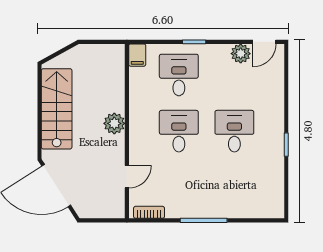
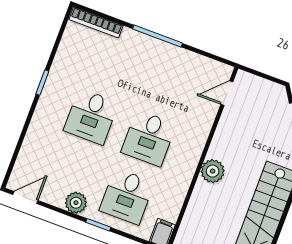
plant: (241, 54) -> (76, 203), moved
door: (127, 177) -> (227, 93), moved
bookcase: (149, 212) -> (96, 22), moved, width x1.56

